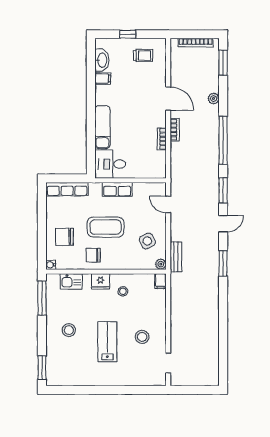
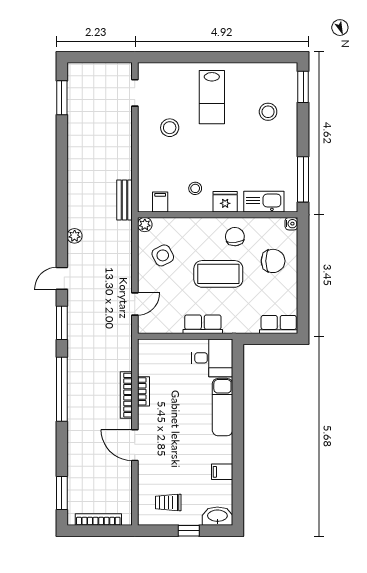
washbasin: (102, 60) -> (217, 516), moved, turned 90
plant: (214, 99) -> (75, 236), moved
bookcase: (175, 130) -> (126, 395), width x1.56
row of seats: (67, 189) -> (279, 324), width x0.68
door: (168, 204) -> (135, 304), hinge flipped
chair: (93, 255) -> (235, 237), turned -96
bench: (176, 257) -> (125, 200), moved
window: (223, 263) -> (62, 98), moved
kitchen sink: (71, 281) -> (264, 202), width x1.38
filing cabinet: (161, 281) -> (160, 202), moved
stool: (69, 330) -> (268, 112), moved
lab bench: (107, 342) -> (212, 97), moved

